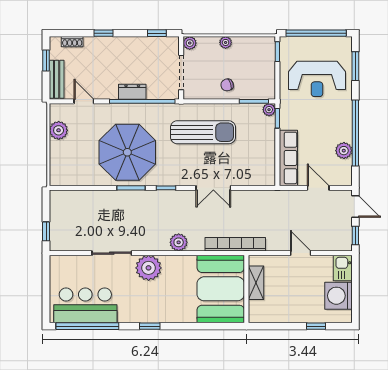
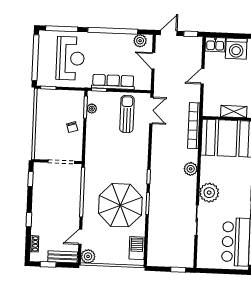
plant: (226, 42) -> (40, 127), removed
plant: (190, 43) -> (39, 154), removed
window: (355, 66) -> (62, 29), width x1.44
dresser: (132, 92) -> (74, 200), removed
plant: (269, 110) -> (92, 109), moved
plant: (59, 130) -> (88, 256), moved
sun lounger: (203, 132) -> (127, 114), moved, width x0.73, depth x0.75
plant: (344, 151) -> (140, 41), moved
row of seats: (288, 158) -> (113, 82), moved
barbecue: (72, 176) -> (137, 248), added
double door: (213, 188) -> (151, 110), moved
door: (318, 188) -> (153, 61), hinge flipped
shelving: (256, 283) -> (234, 112), moved

